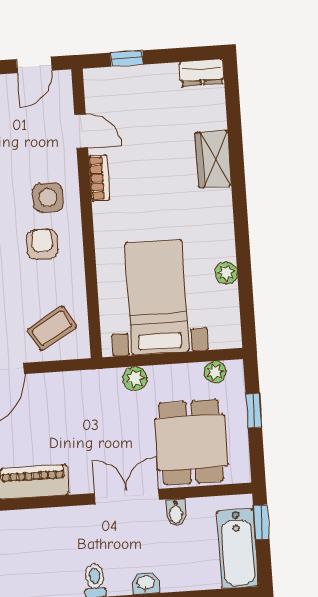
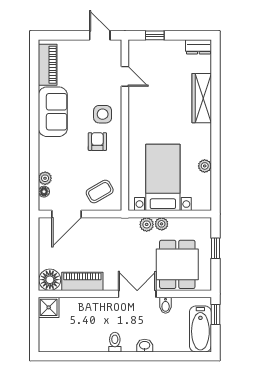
door: (34, 65) -> (100, 35), swing flipped
wardrobe: (213, 159) -> (202, 98), width x1.50
bookcase: (99, 178) -> (134, 105), removed
plant: (215, 372) -> (162, 224), moved

